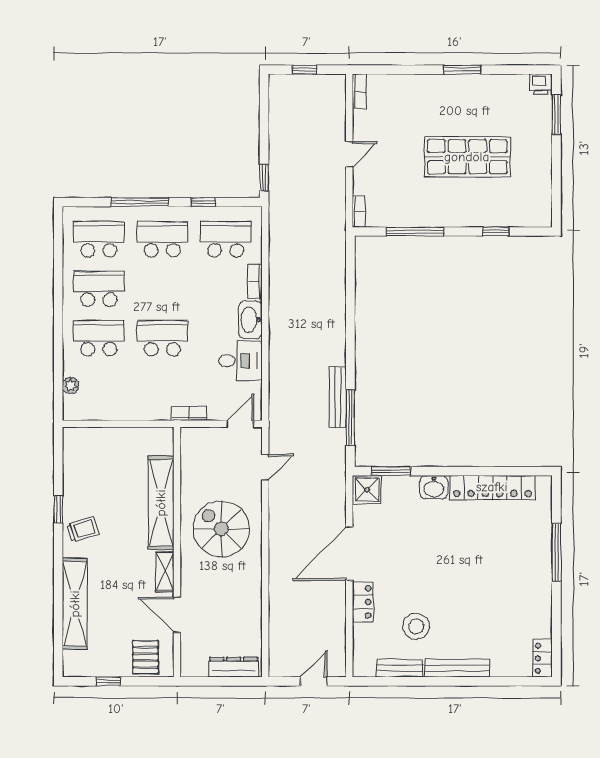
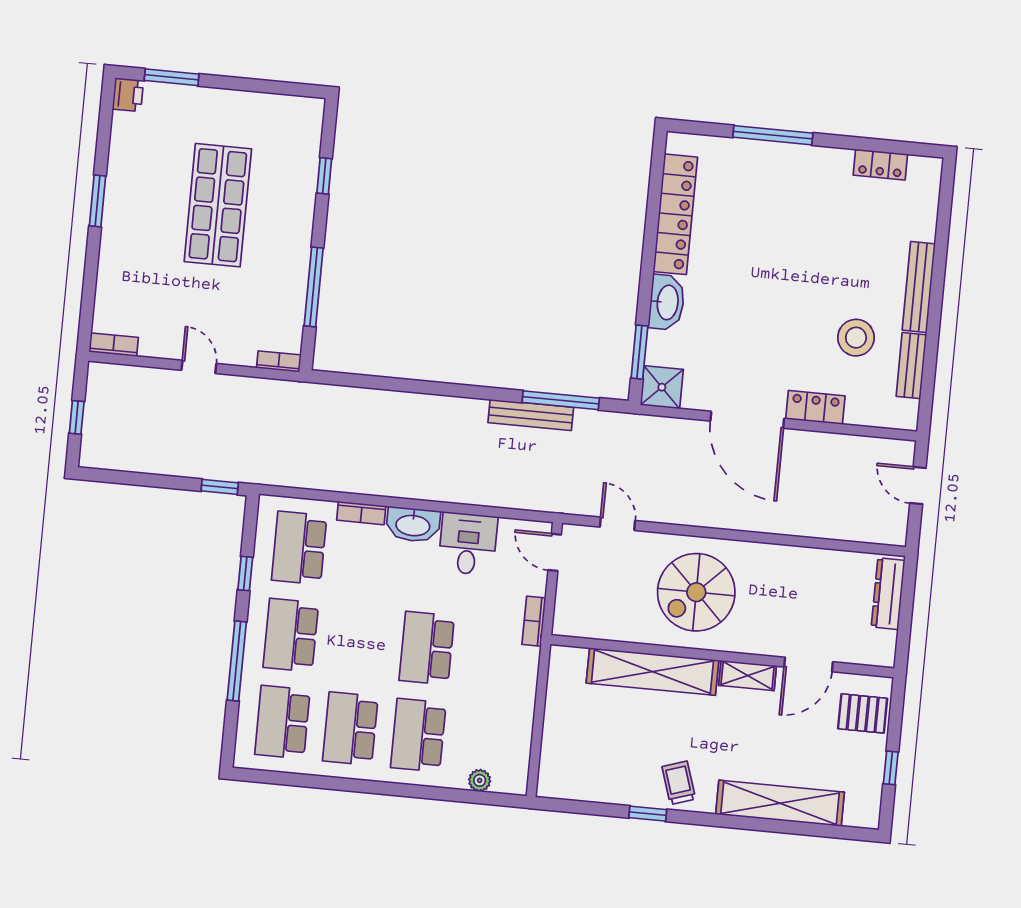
washbasin: (434, 487) -> (667, 302), width x1.38
locker: (543, 658) -> (880, 165), moved

